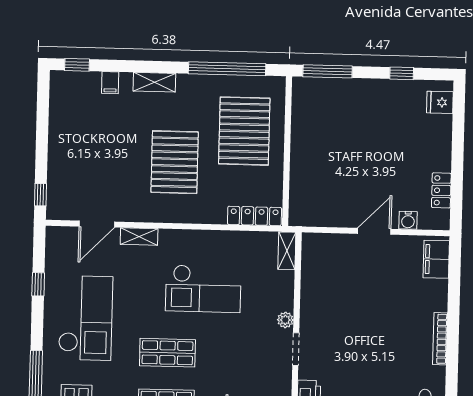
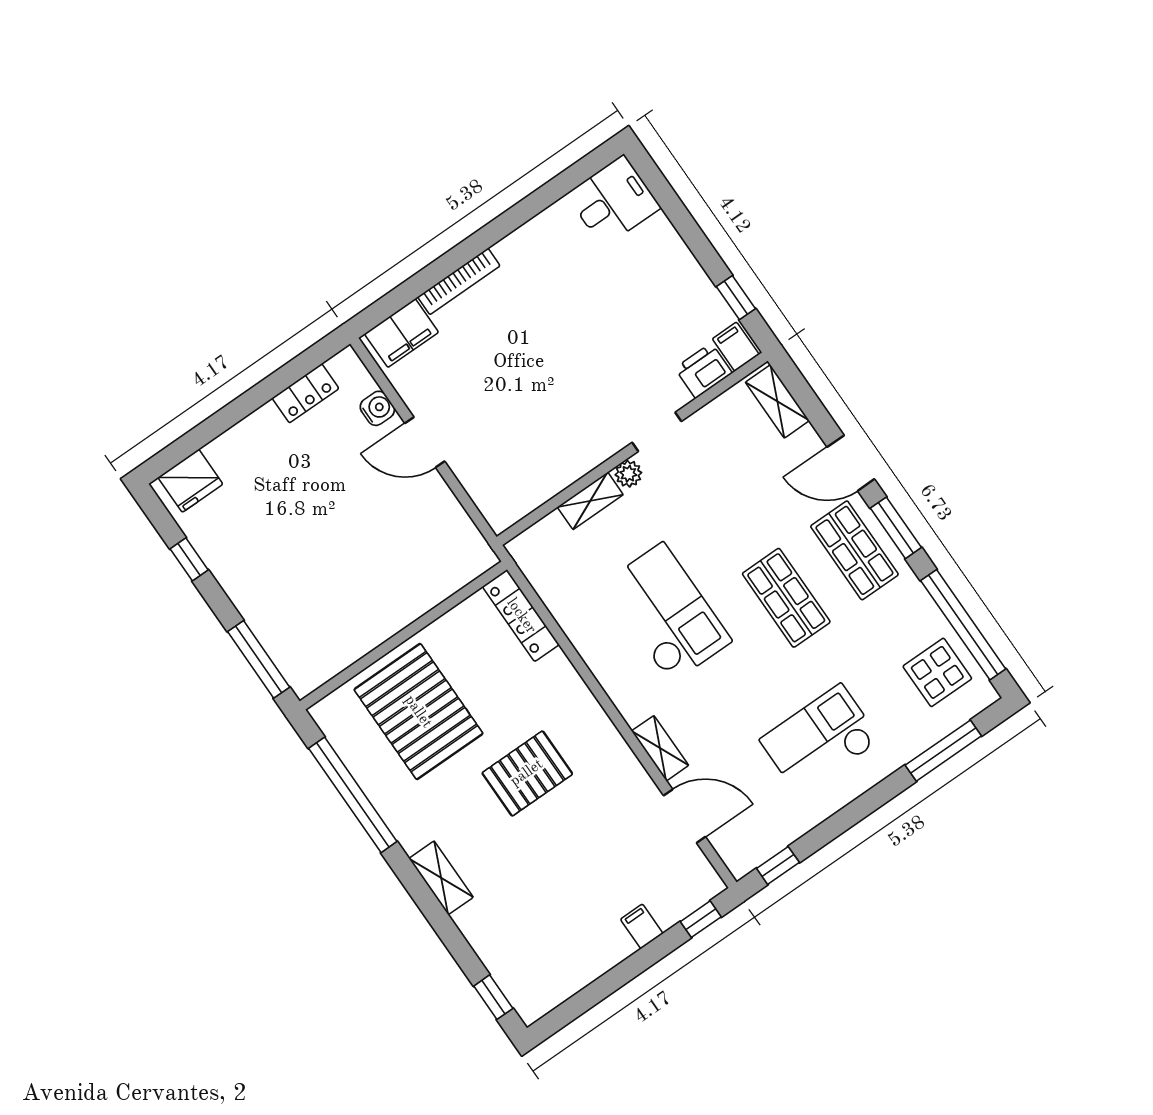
filing cabinet: (110, 83) -> (642, 926), moved, turned -90
fridge: (440, 102) -> (190, 481), width x1.38
pallet: (244, 131) -> (418, 712), turned 90
pallet: (175, 162) -> (527, 773), width x0.73, depth x0.71
shelving: (287, 251) -> (590, 501), moved
window: (38, 284) -> (778, 865), moved
checkout: (86, 318) -> (820, 740), width x0.73, depth x0.83
bookcase: (440, 339) -> (459, 281), moved

